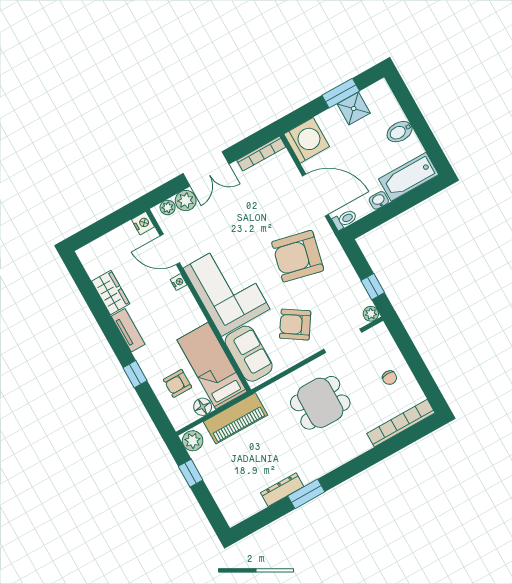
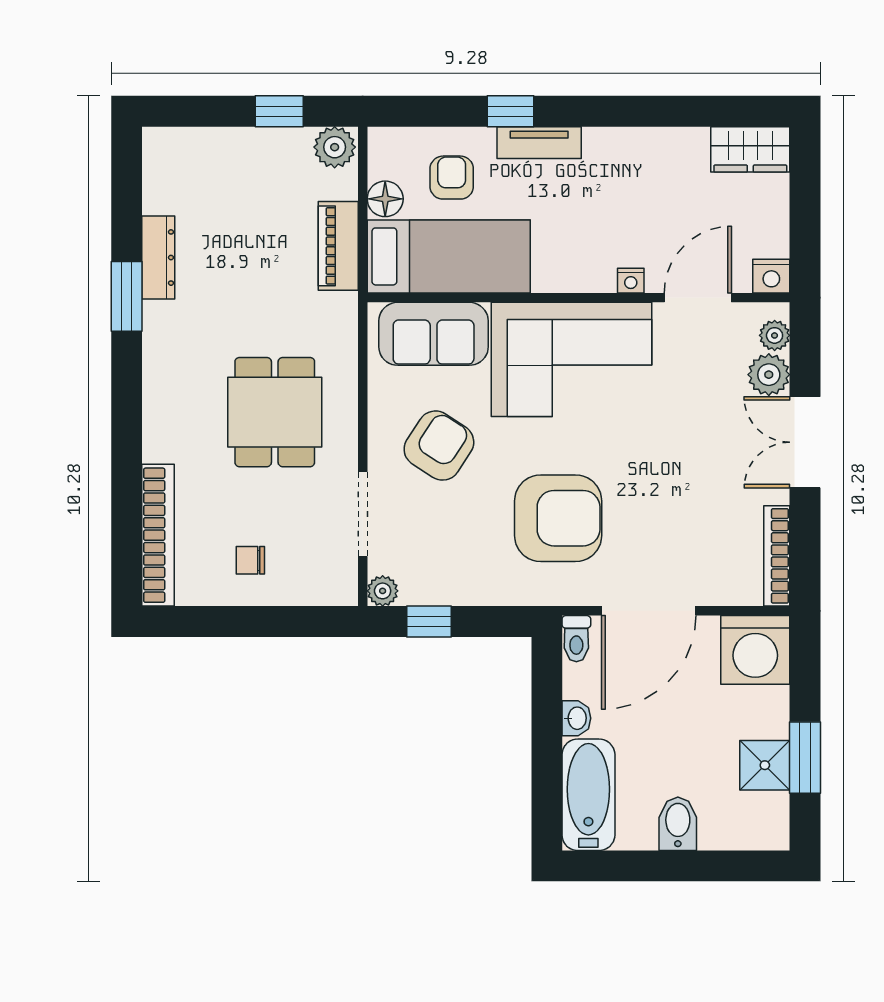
armchair: (298, 256) -> (558, 518), turned 77
wardrobe: (111, 293) -> (750, 149), moved
tv unit: (128, 330) -> (539, 143), moved
piano: (236, 418) -> (338, 246), width x0.73, depth x0.75

